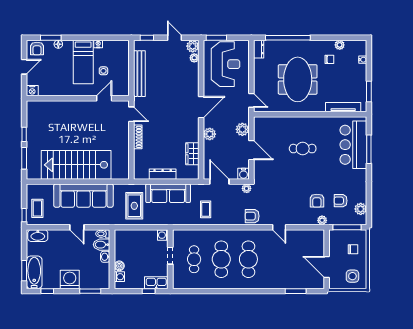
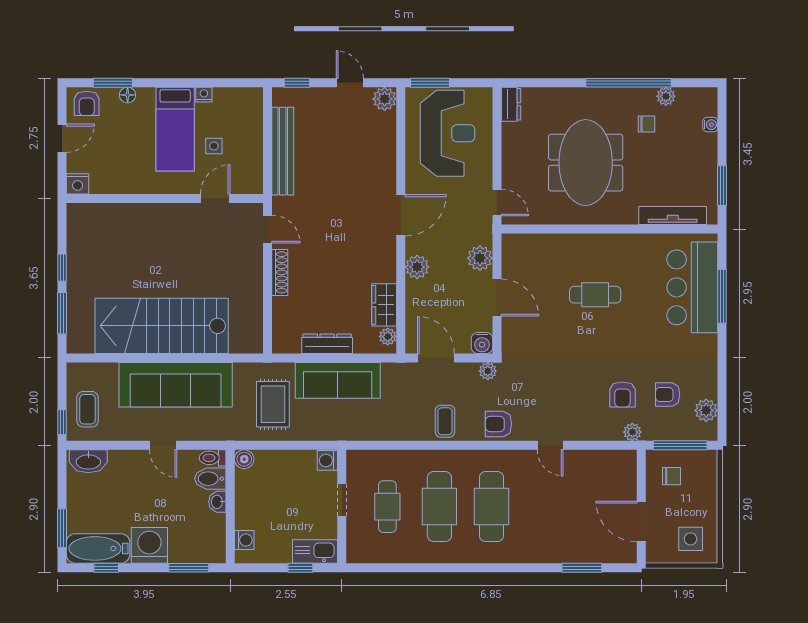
window: (288, 38) -> (629, 83), moved
plant: (194, 58) -> (388, 337), moved
coffee table: (206, 209) -> (445, 421), moved
chair: (353, 249) -> (671, 476), moved
boiler: (119, 266) -> (244, 459), moved
bathtub: (34, 272) -> (98, 548), moved, turned -90

